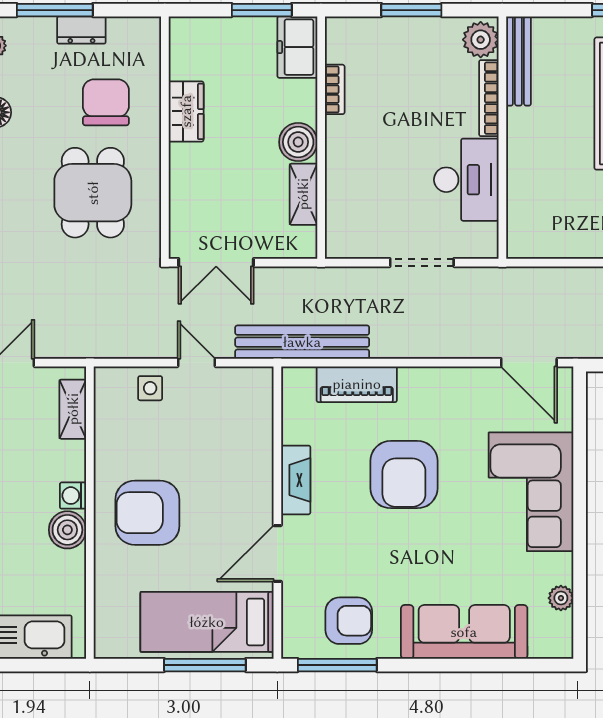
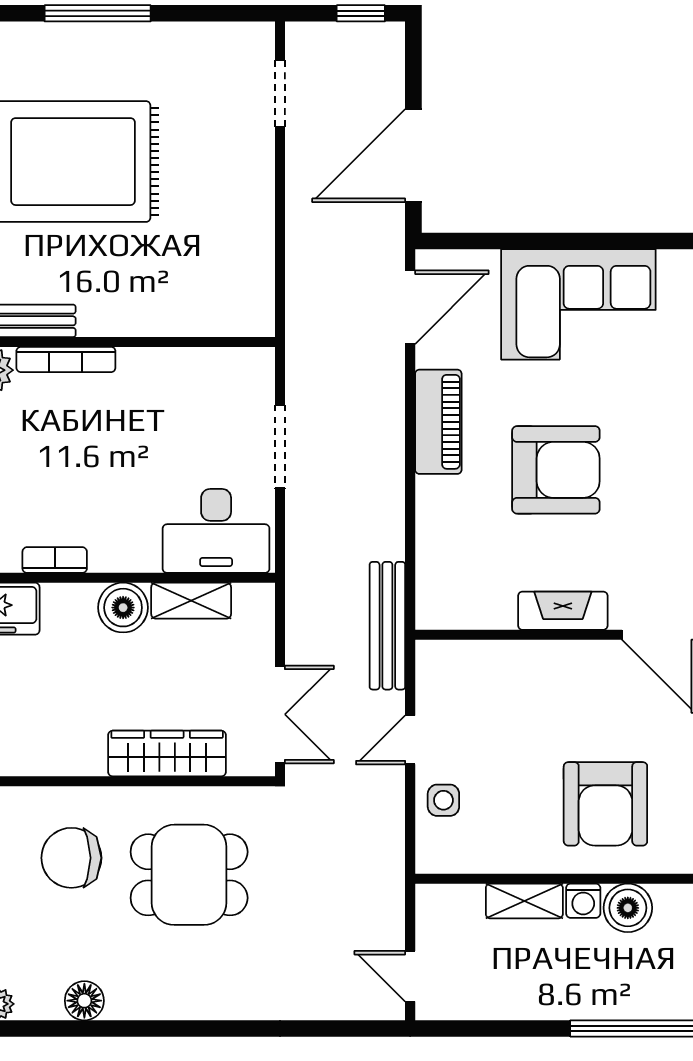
wardrobe: (186, 111) -> (167, 753), moved, width x1.50
desk: (466, 180) -> (216, 531), moved, turned 180
bench: (302, 342) -> (387, 626), width x0.73, depth x0.82
piano: (357, 384) -> (438, 422), moved
shelving: (73, 409) -> (524, 901), moved

